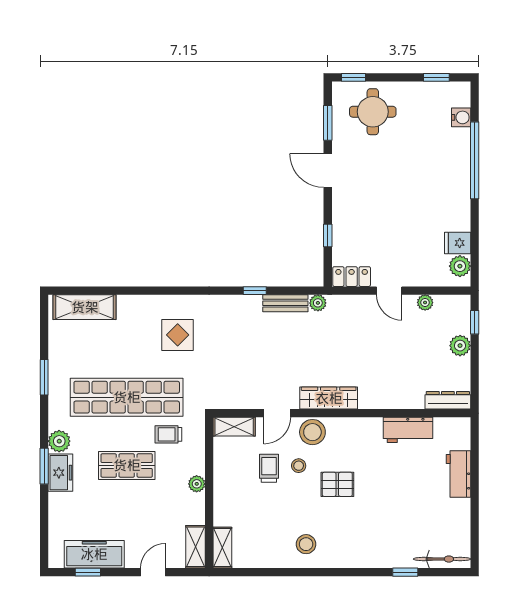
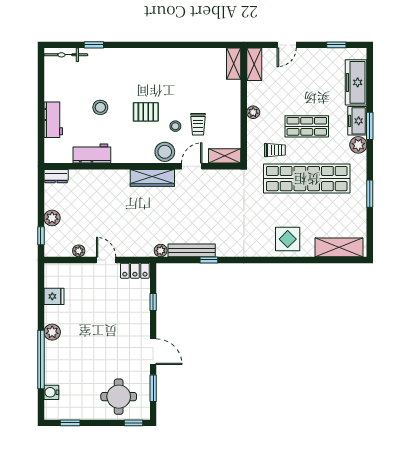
plant: (460, 266) -> (52, 332), moved
bench: (285, 303) -> (192, 250), width x1.36
display table: (178, 335) -> (288, 239), moved
dresser: (448, 400) -> (56, 176), width x0.70
stool: (306, 544) -> (100, 107), moved
freezer: (94, 554) -> (356, 82), moved, turned 90

